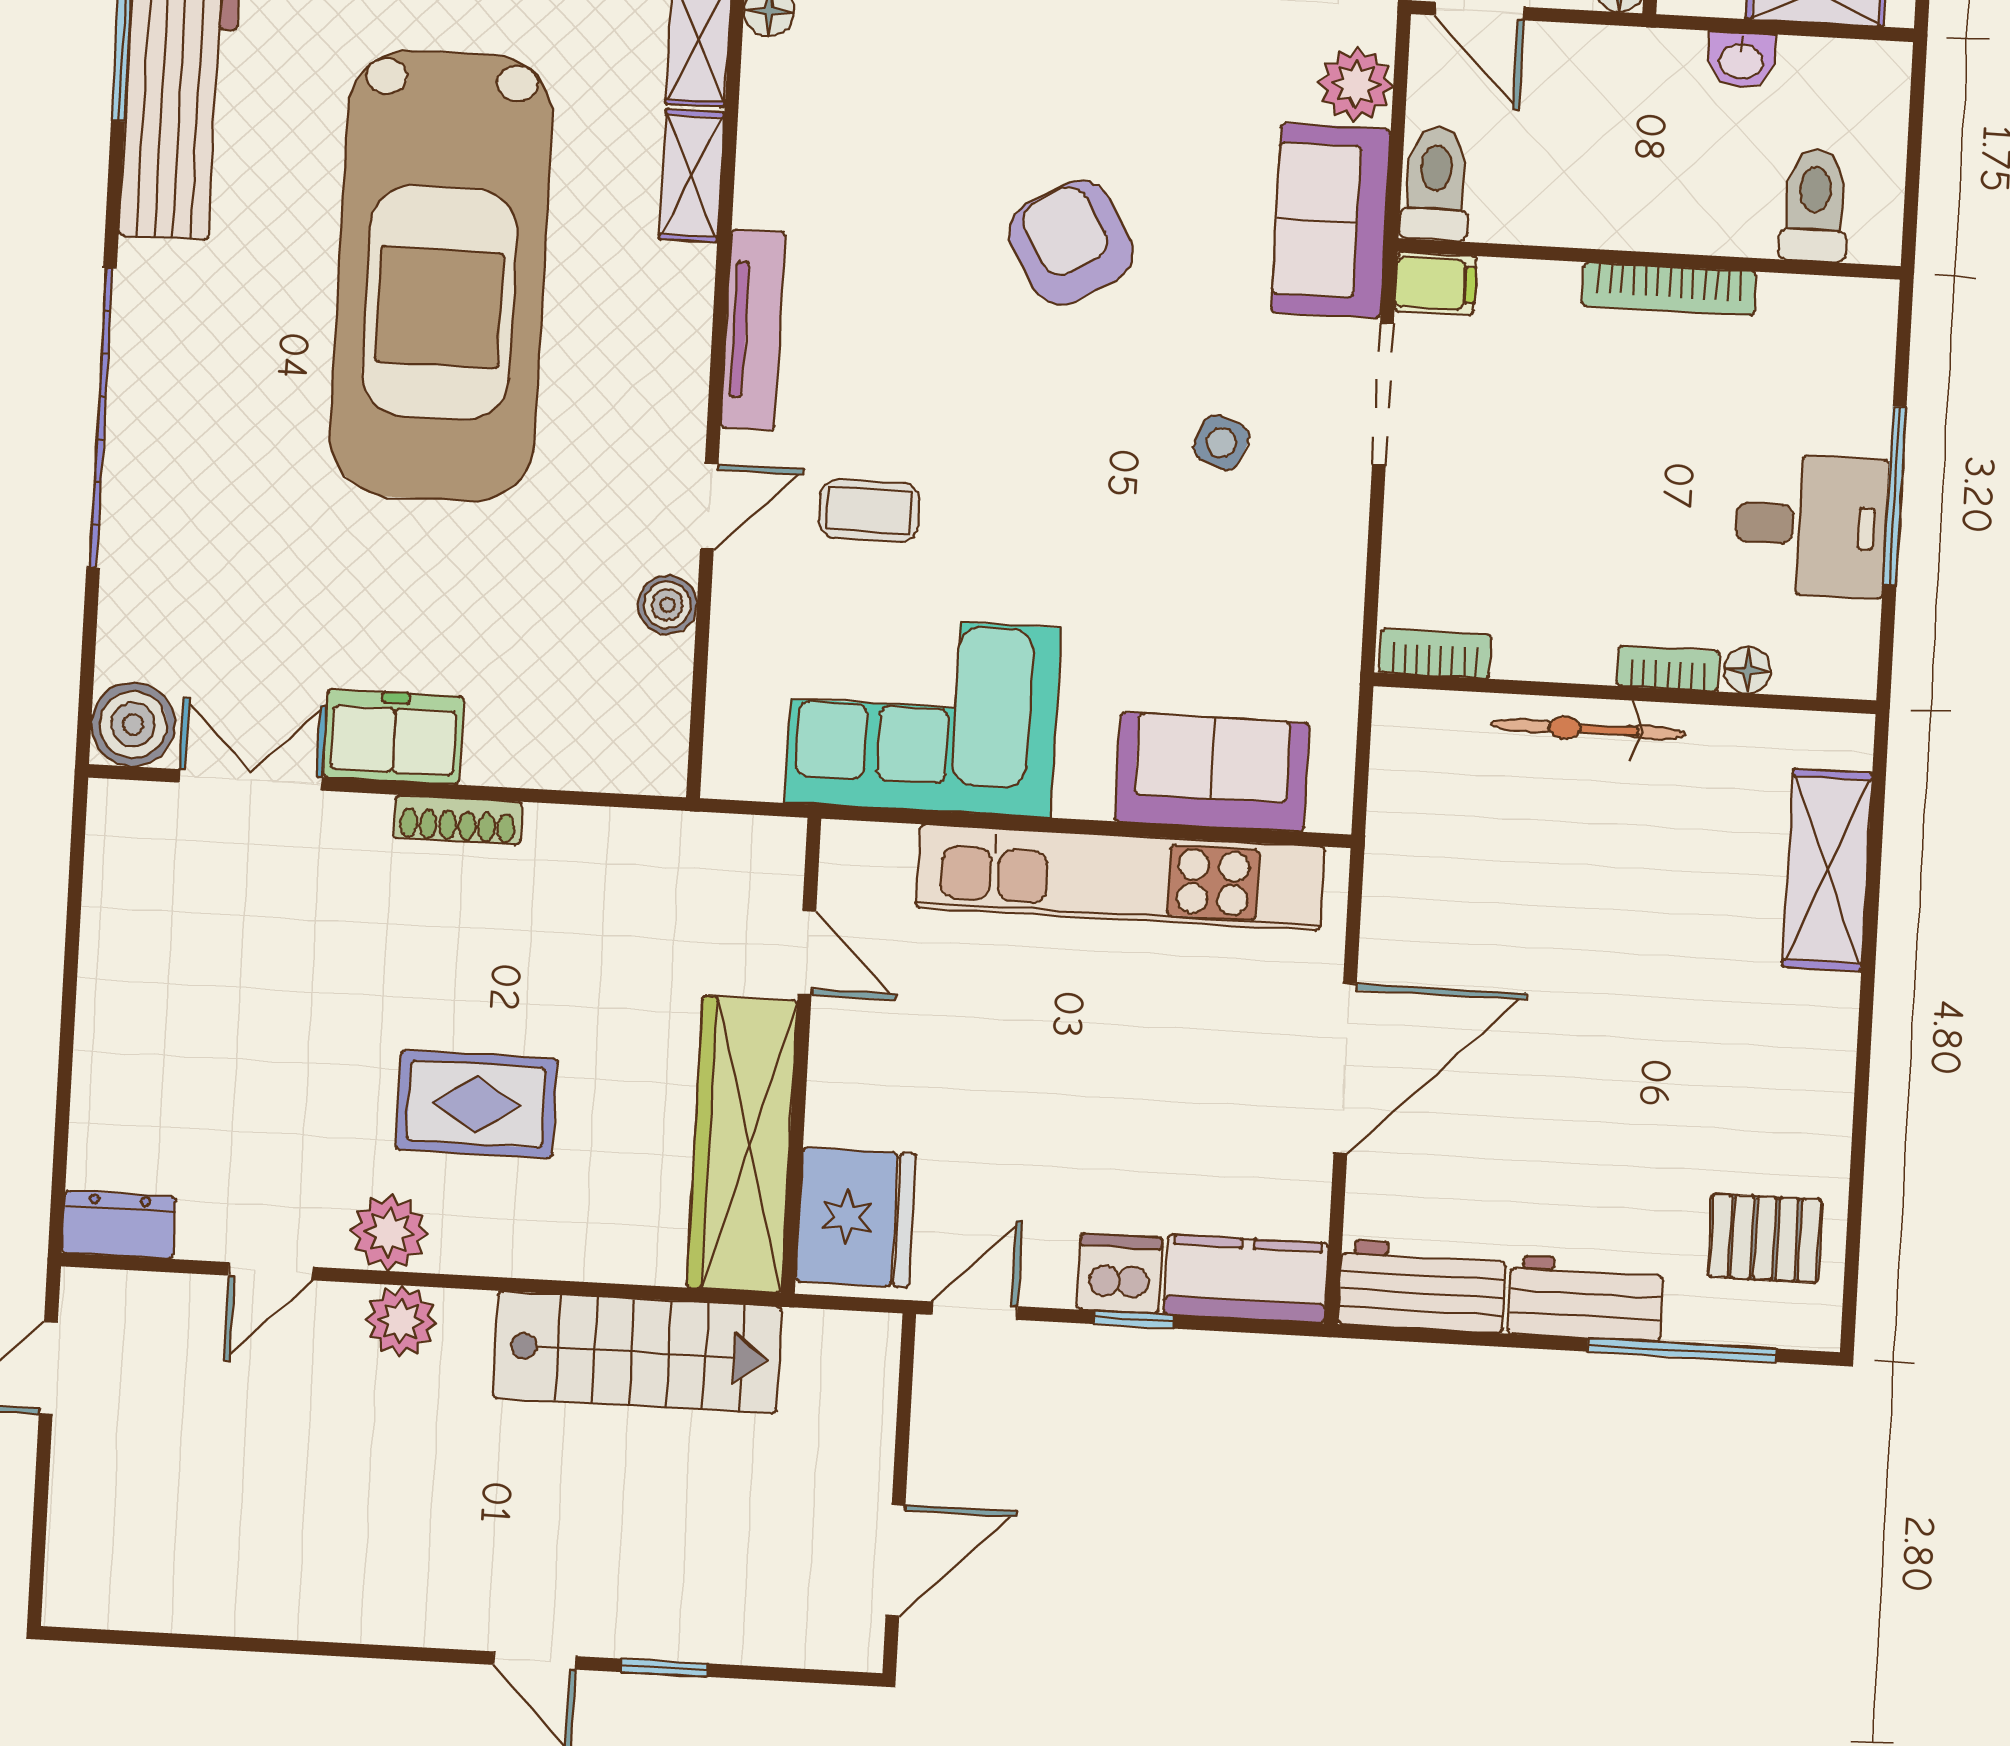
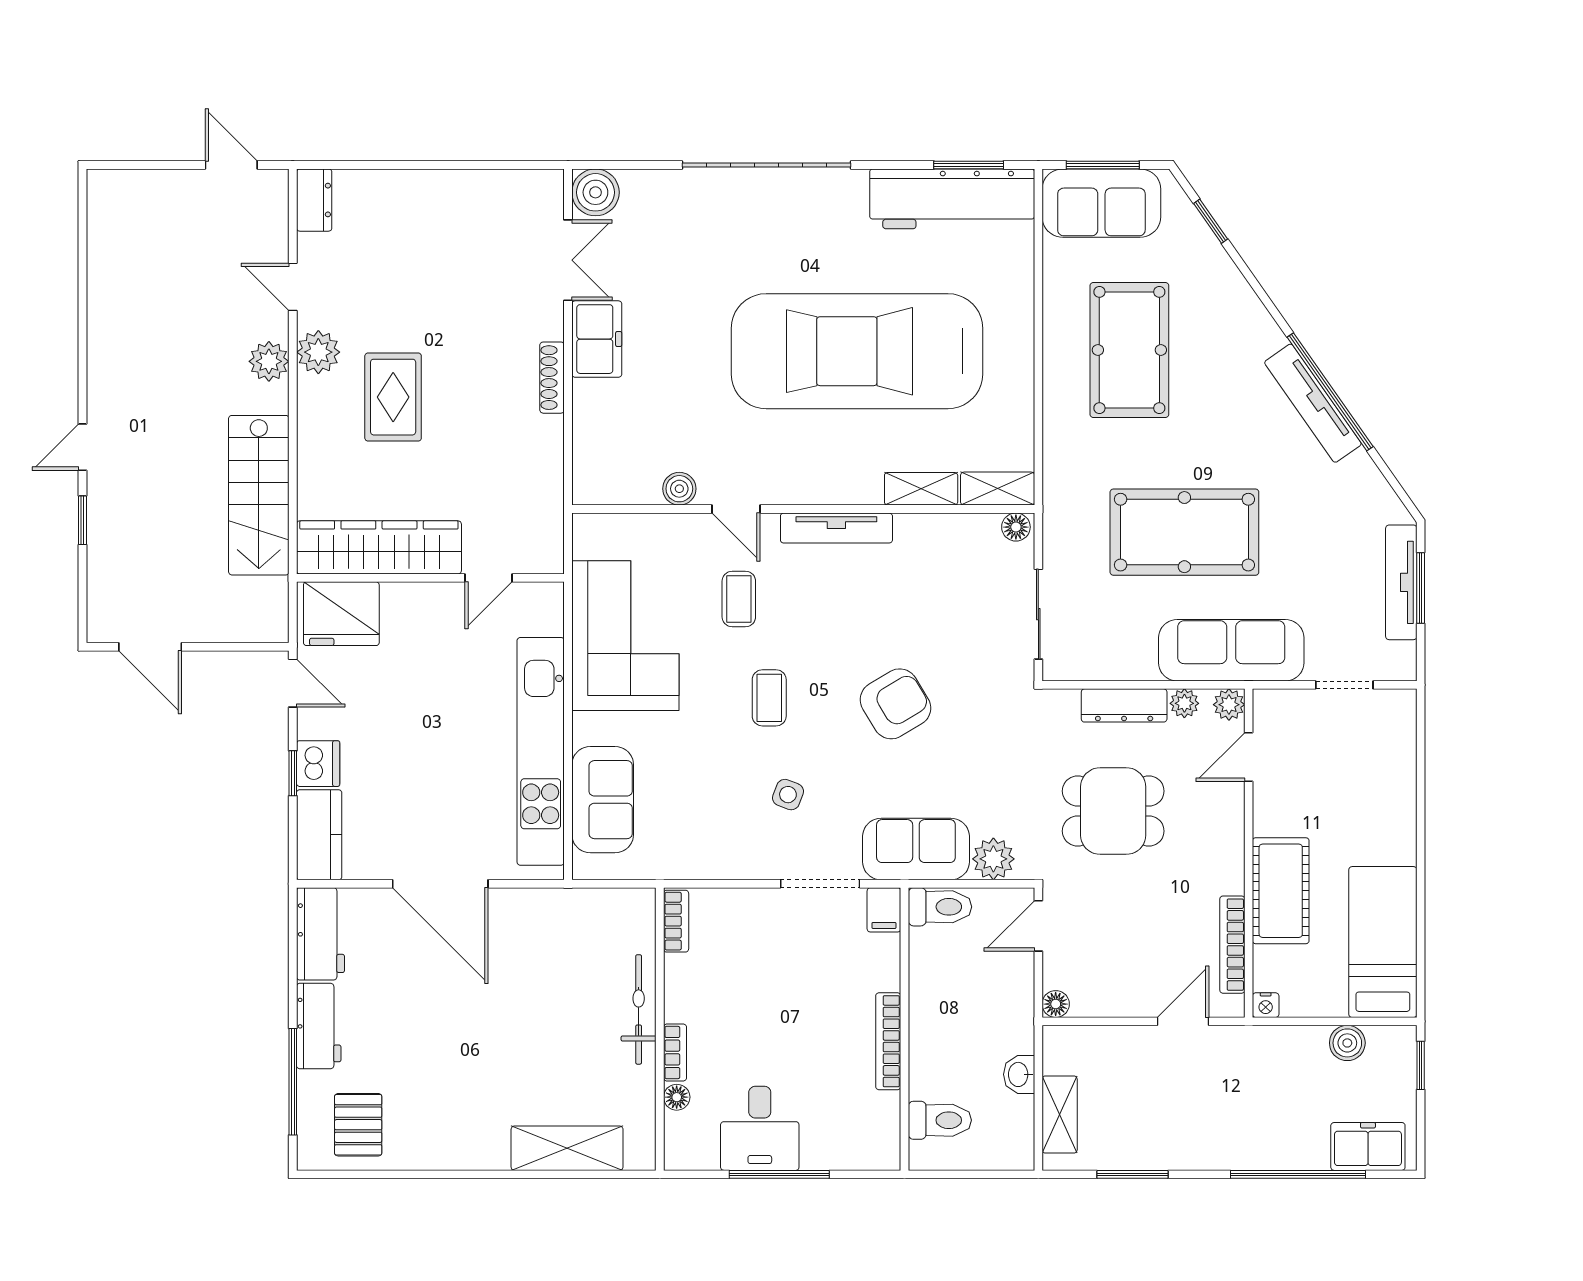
coffee table: (1048, 466) -> (769, 698), added

